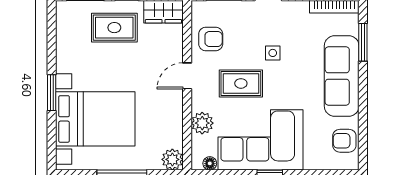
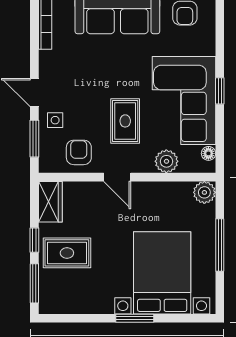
rug: (114, 28) -> (67, 253), turned 90
side table: (273, 53) -> (55, 120), moved

